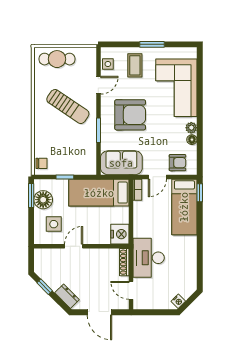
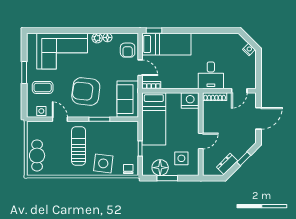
sun lounger: (68, 107) -> (79, 146), turned -34
armchair: (130, 115) -> (86, 92), turned -83
side table: (48, 135) -> (103, 163), added
armchair: (177, 163) -> (128, 50), turned 180
window: (31, 196) -> (167, 178), moved
door: (74, 246) -> (201, 141), swing flipped
desk: (149, 258) -> (211, 75), width x0.73
window: (45, 287) -> (244, 159), moved
dresser: (67, 296) -> (227, 164), moved

